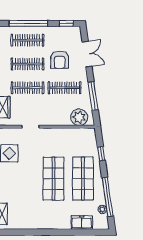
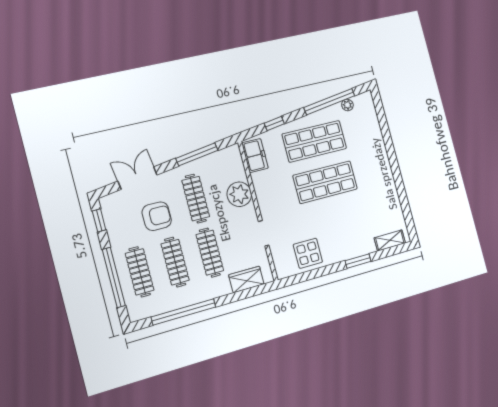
plant: (79, 117) -> (239, 194), moved
freezer: (82, 222) -> (255, 156), moved, turned 180

